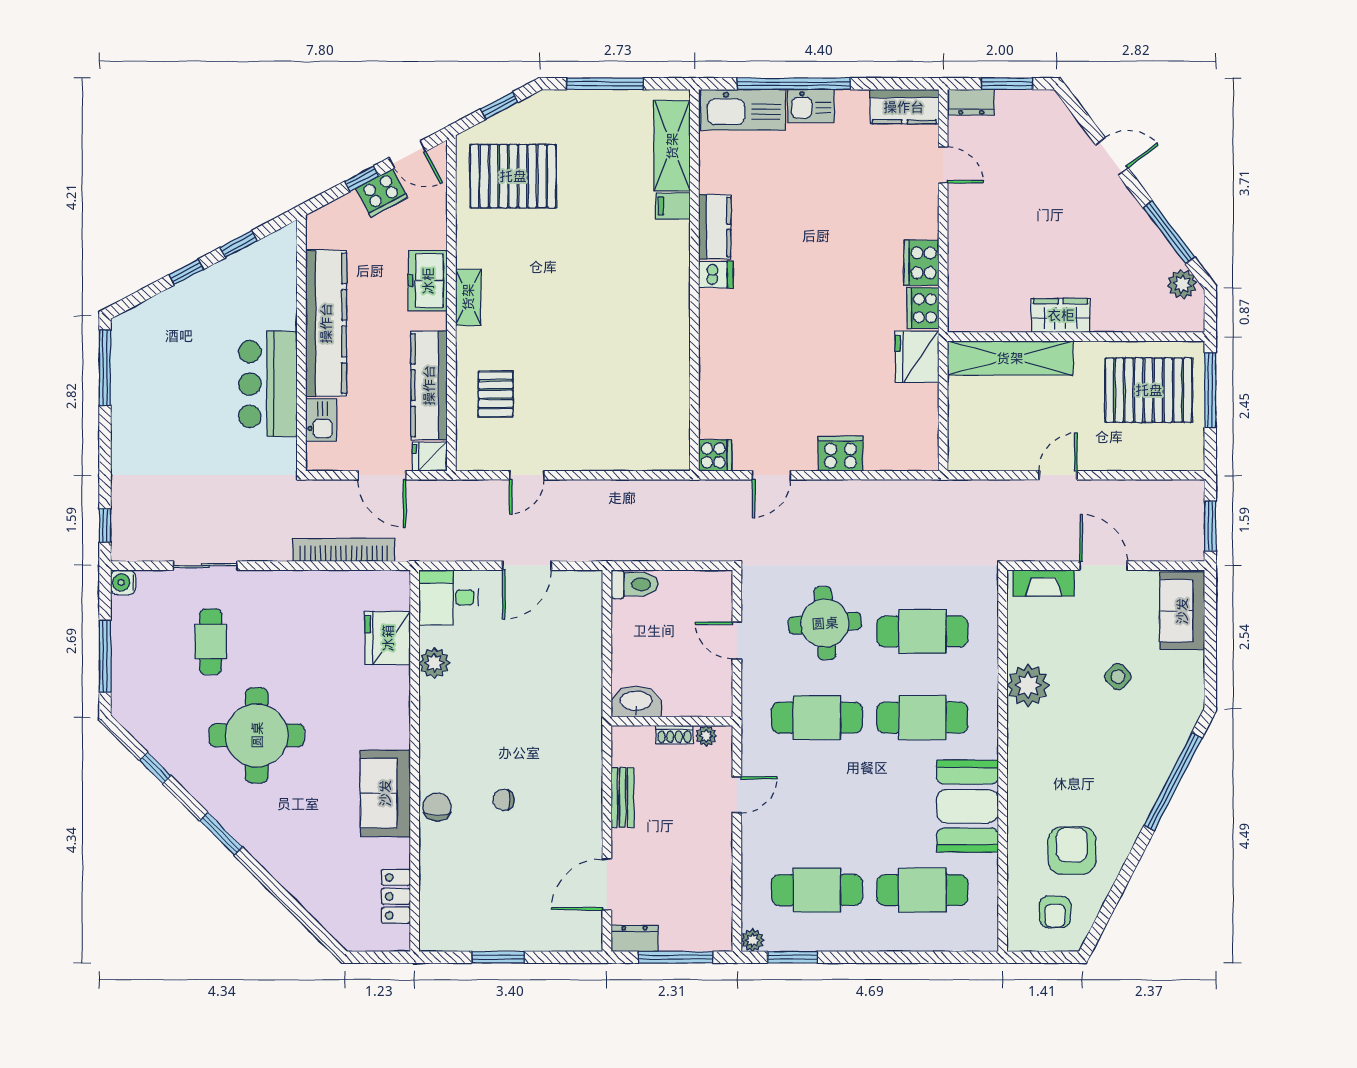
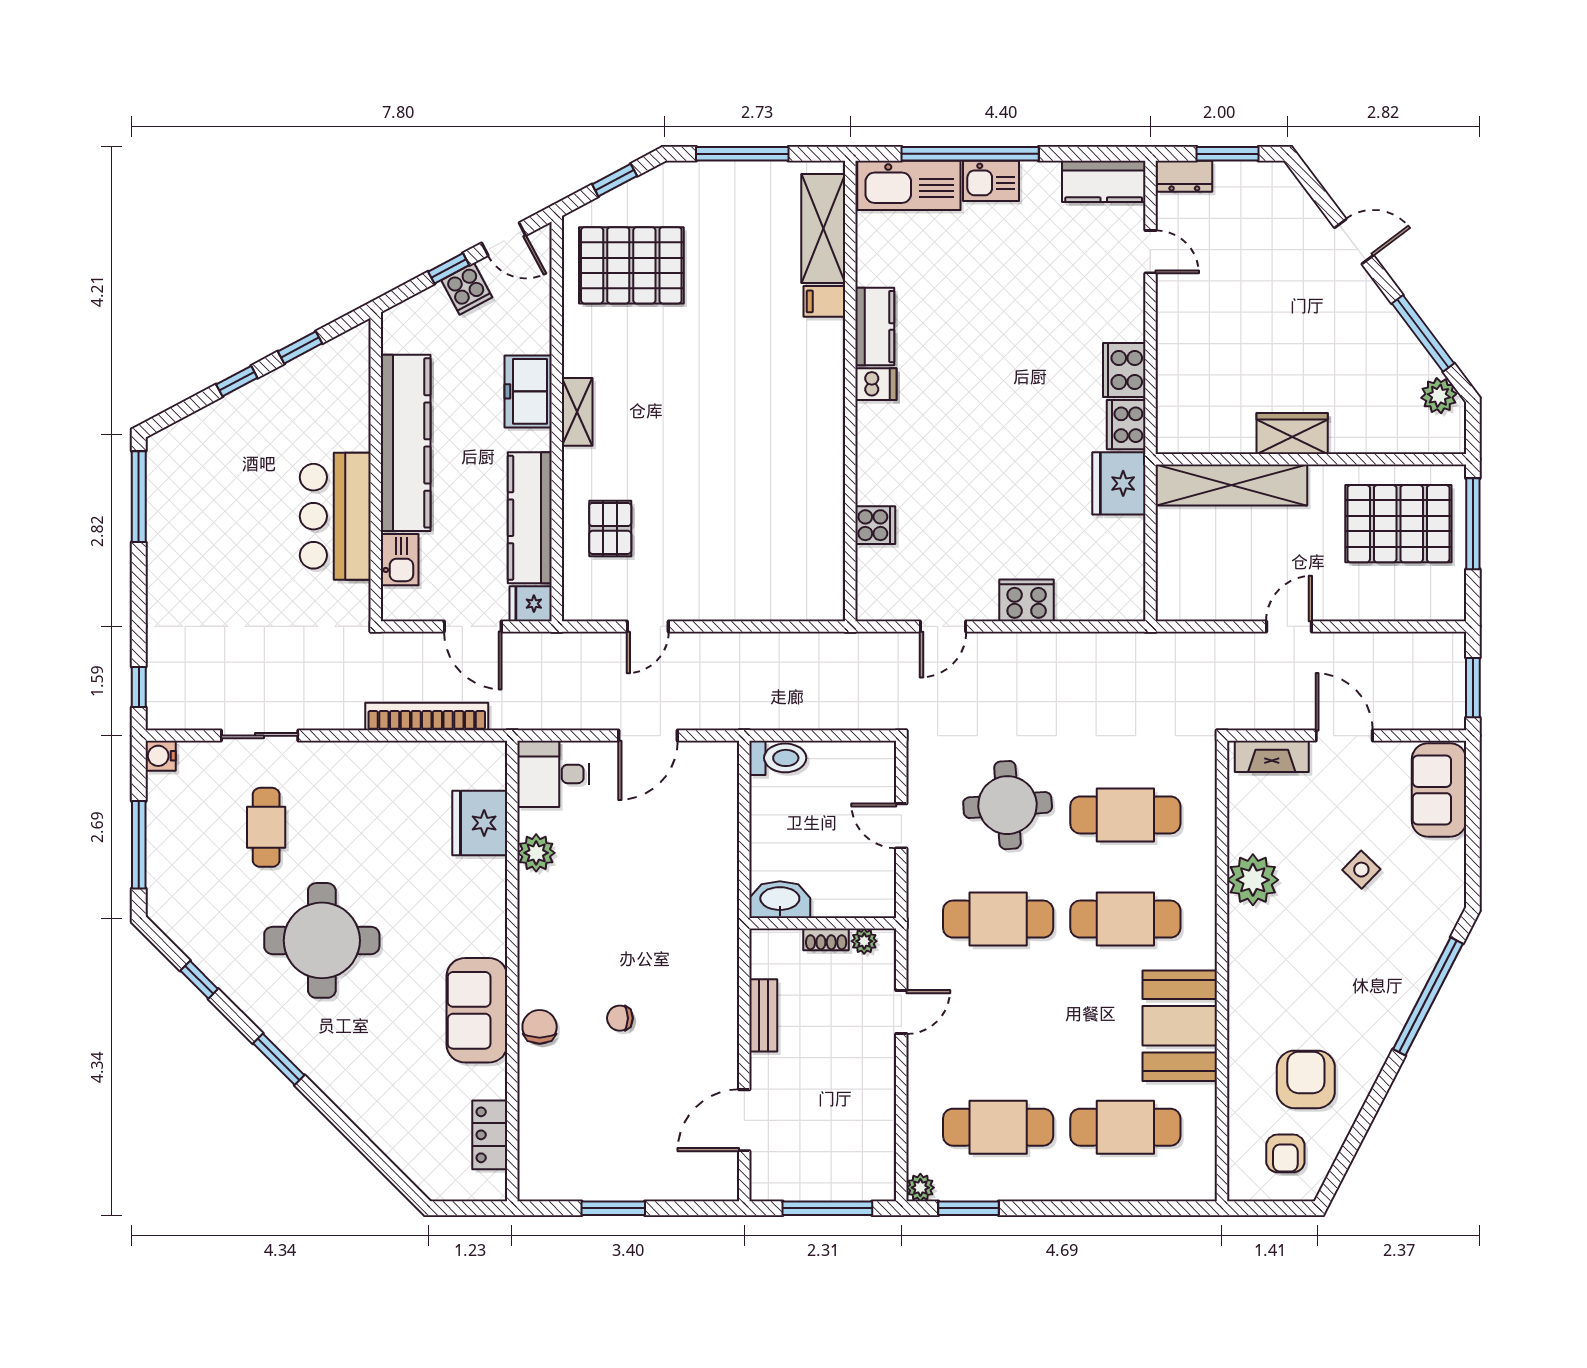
cooker: (382, 193) -> (467, 289), width x0.73
cooker: (715, 455) -> (875, 525), moved
dresser: (634, 938) -> (778, 1186), removed

